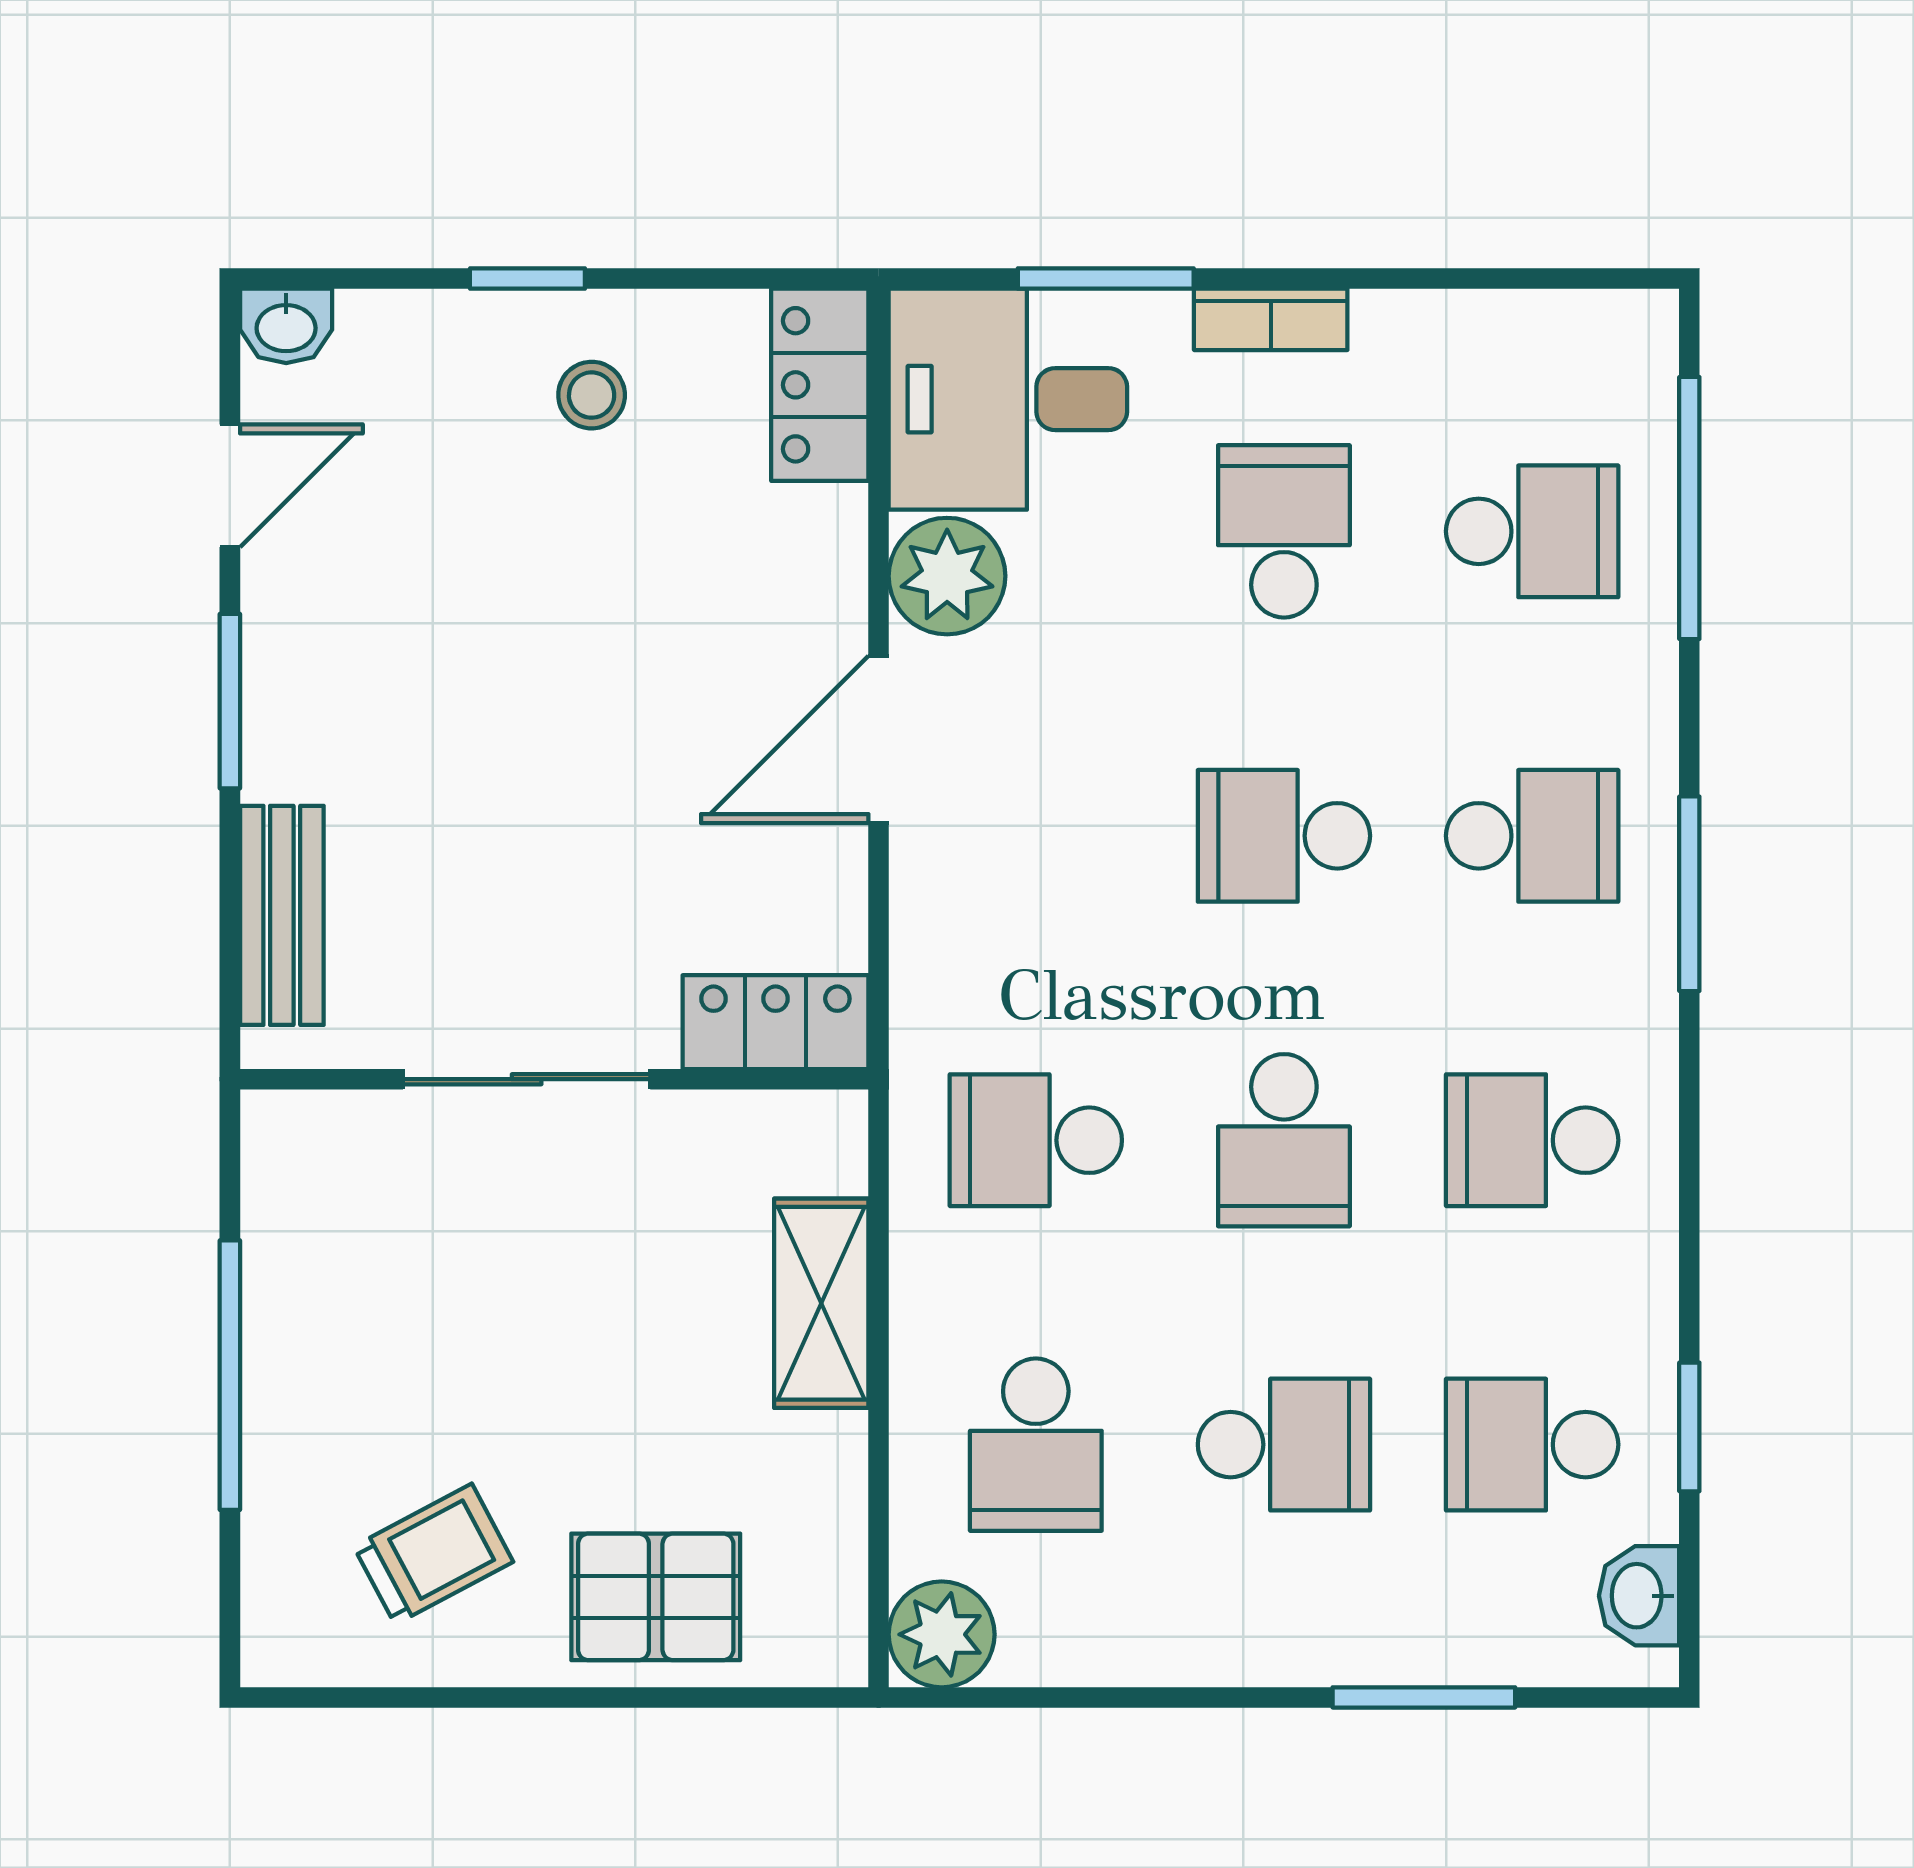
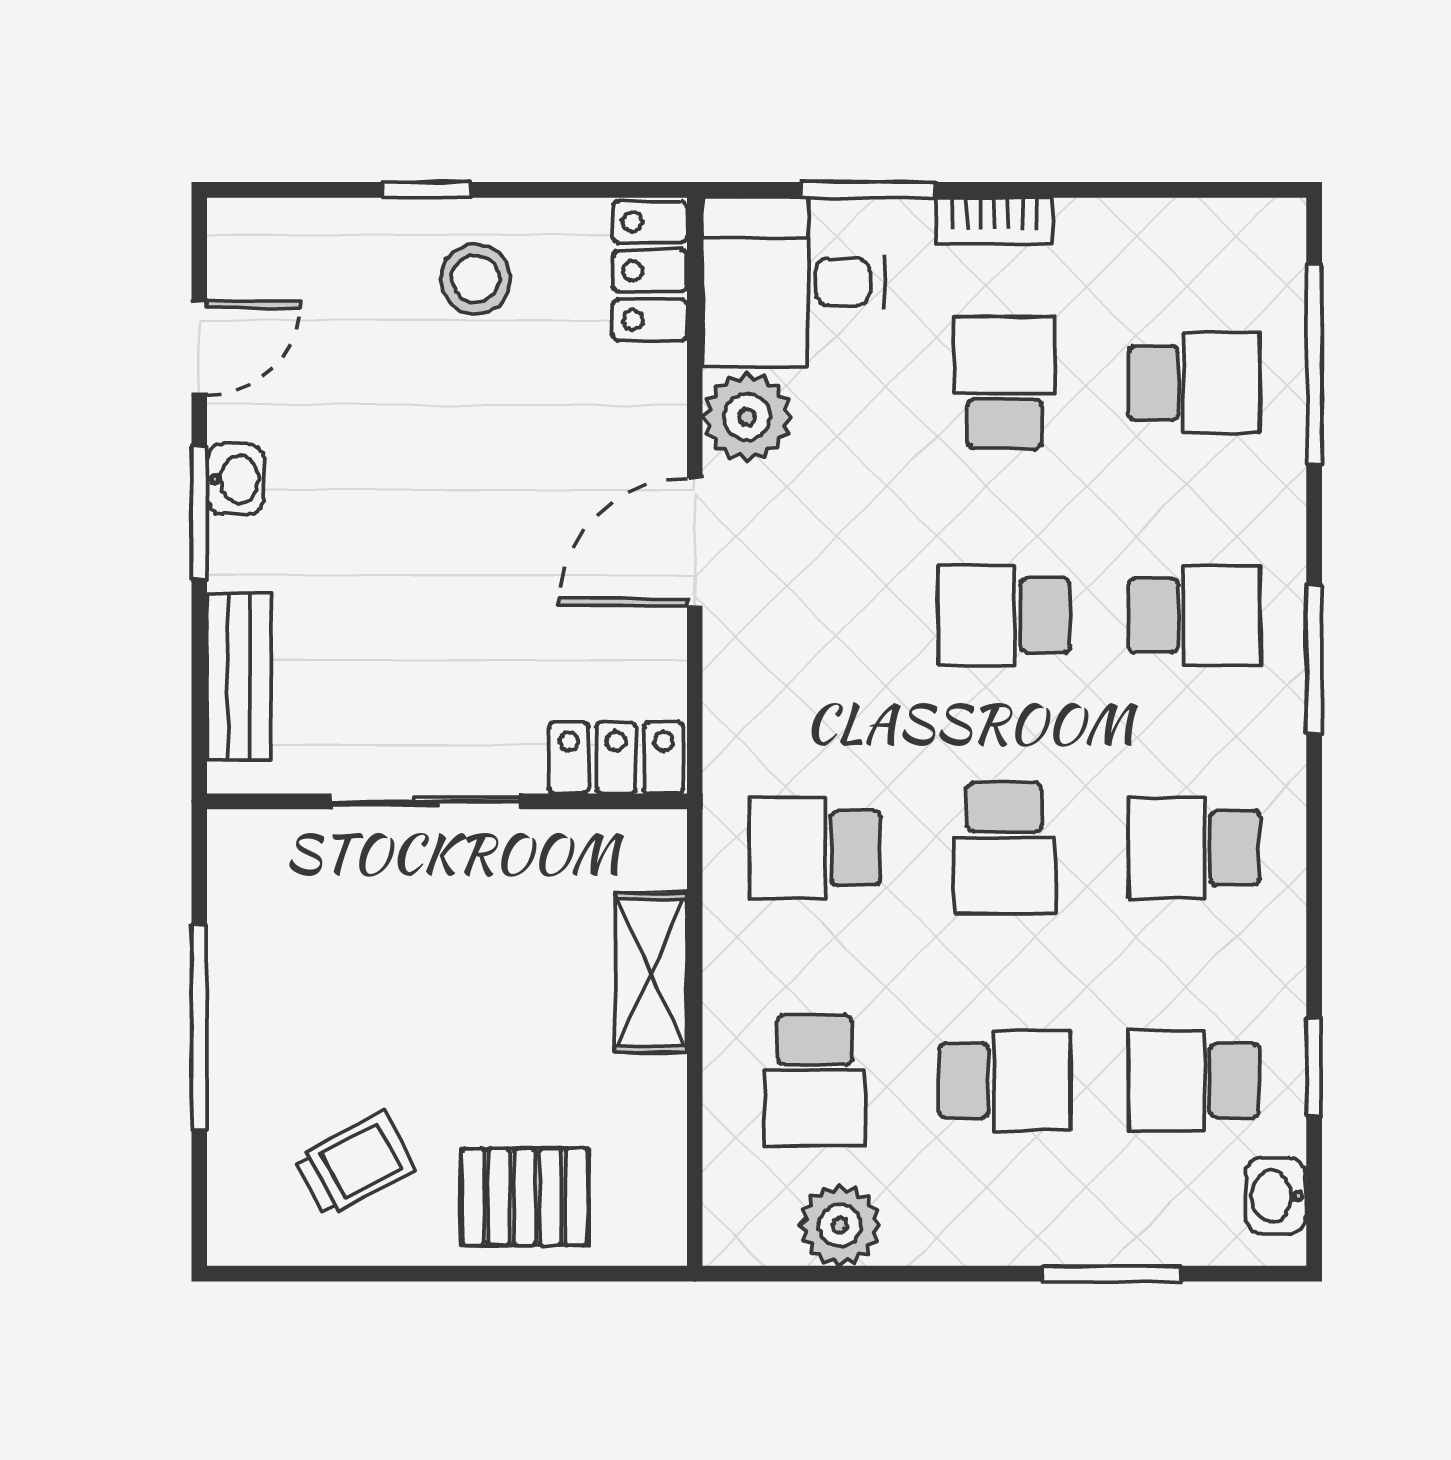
washbasin: (286, 326) -> (235, 479), moved, turned -90
stool: (592, 395) -> (476, 279), width x1.37, depth x1.37
plant: (942, 1634) -> (840, 1226), moved

